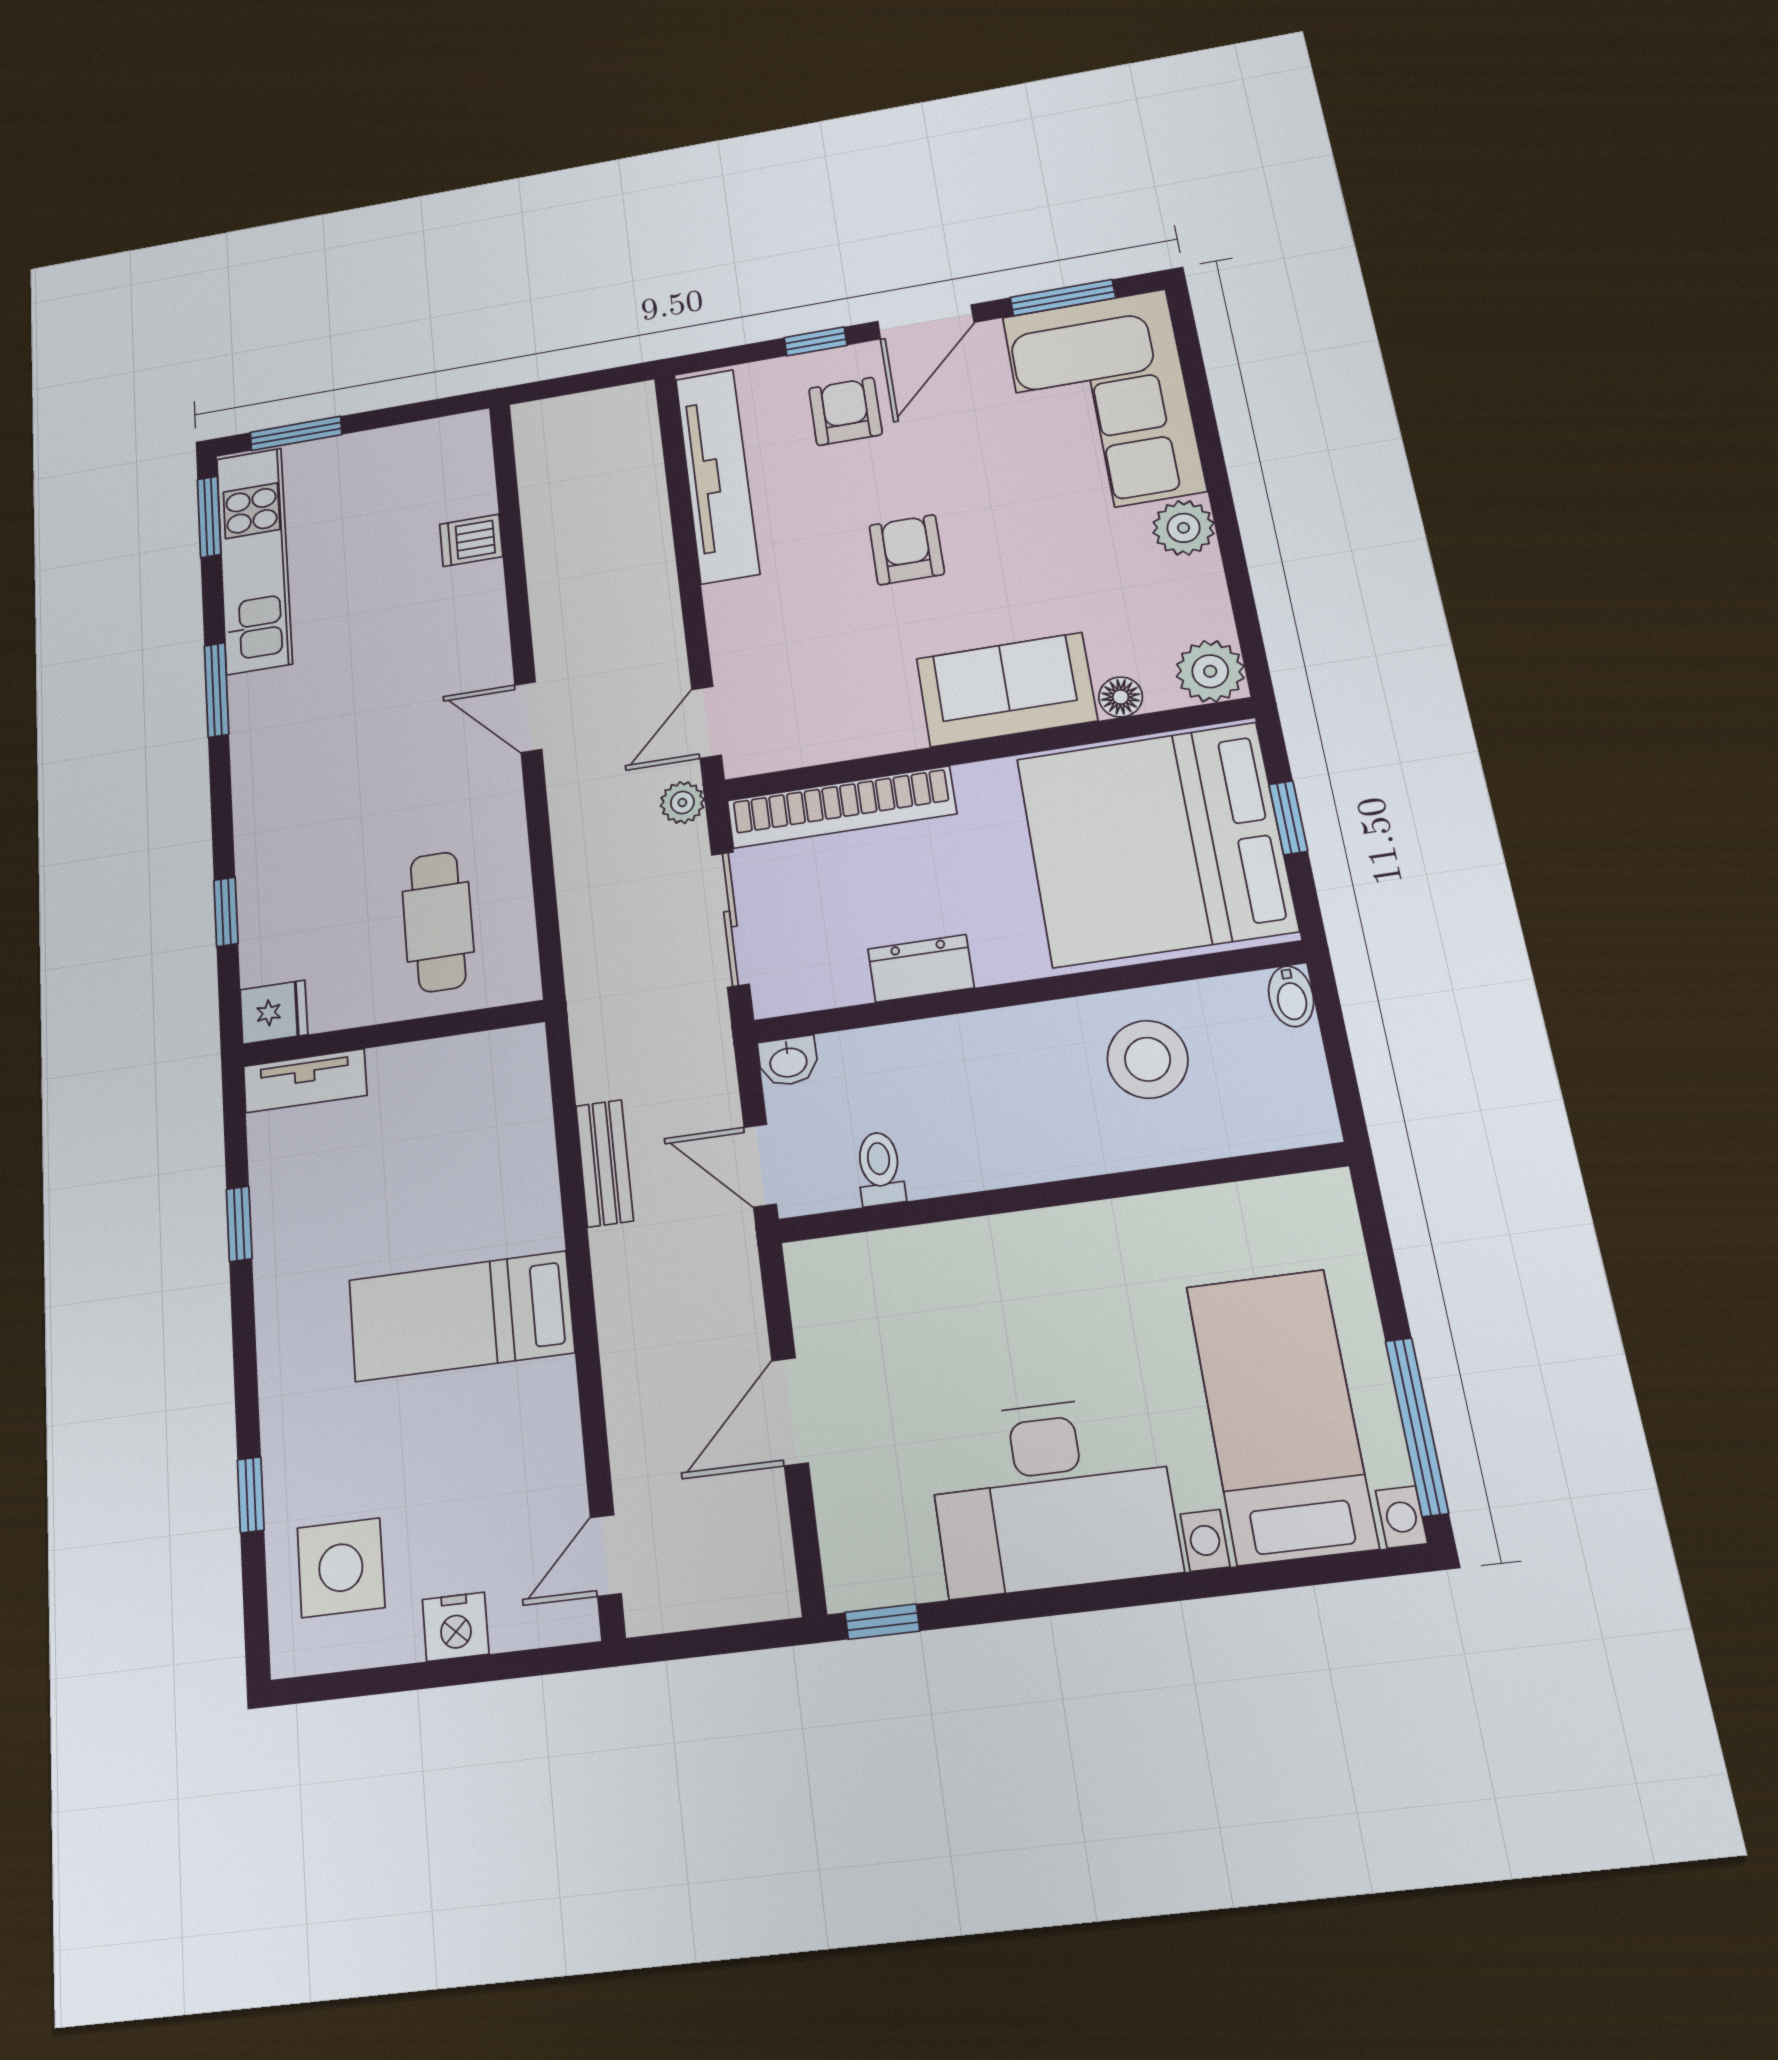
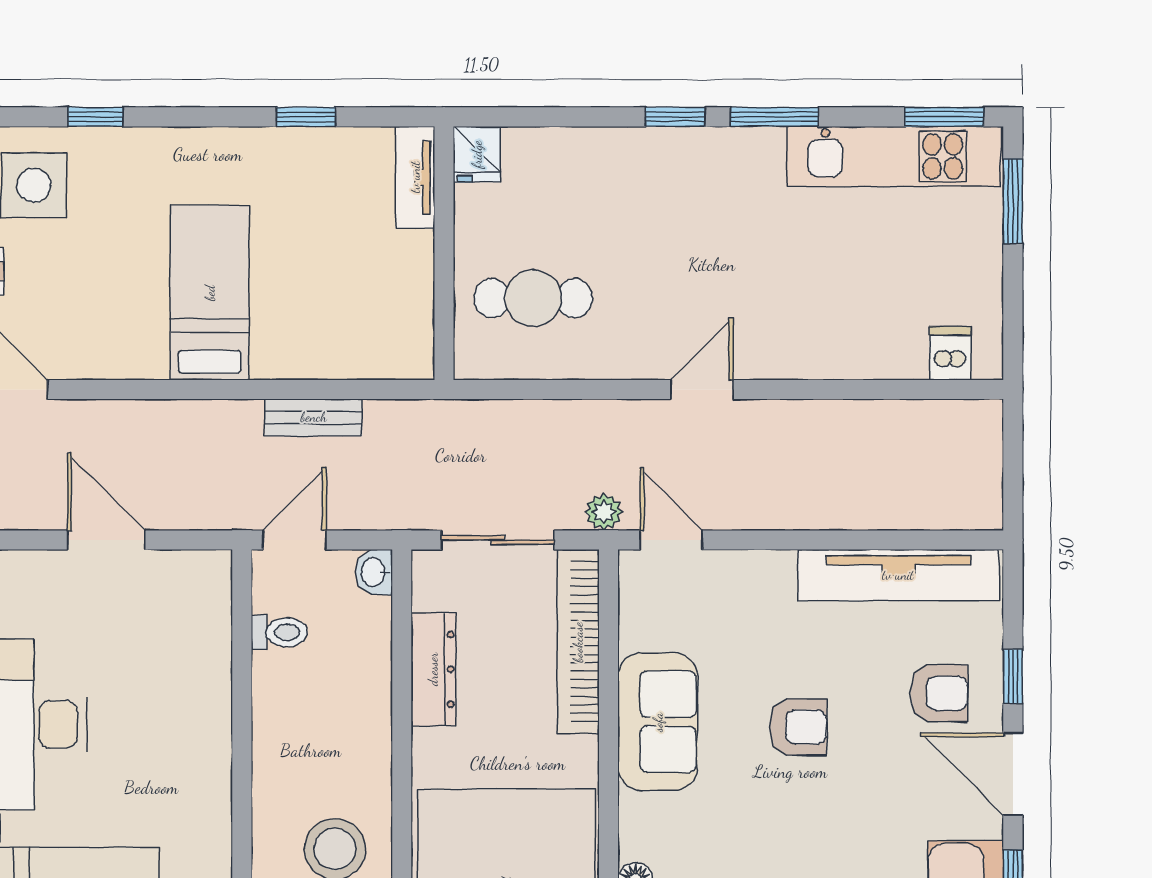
dishwasher: (471, 540) -> (950, 353), moved
sofa: (1006, 690) -> (658, 722), moved
window: (226, 912) -> (675, 117), moved
dresser: (921, 968) -> (433, 669), width x1.44

